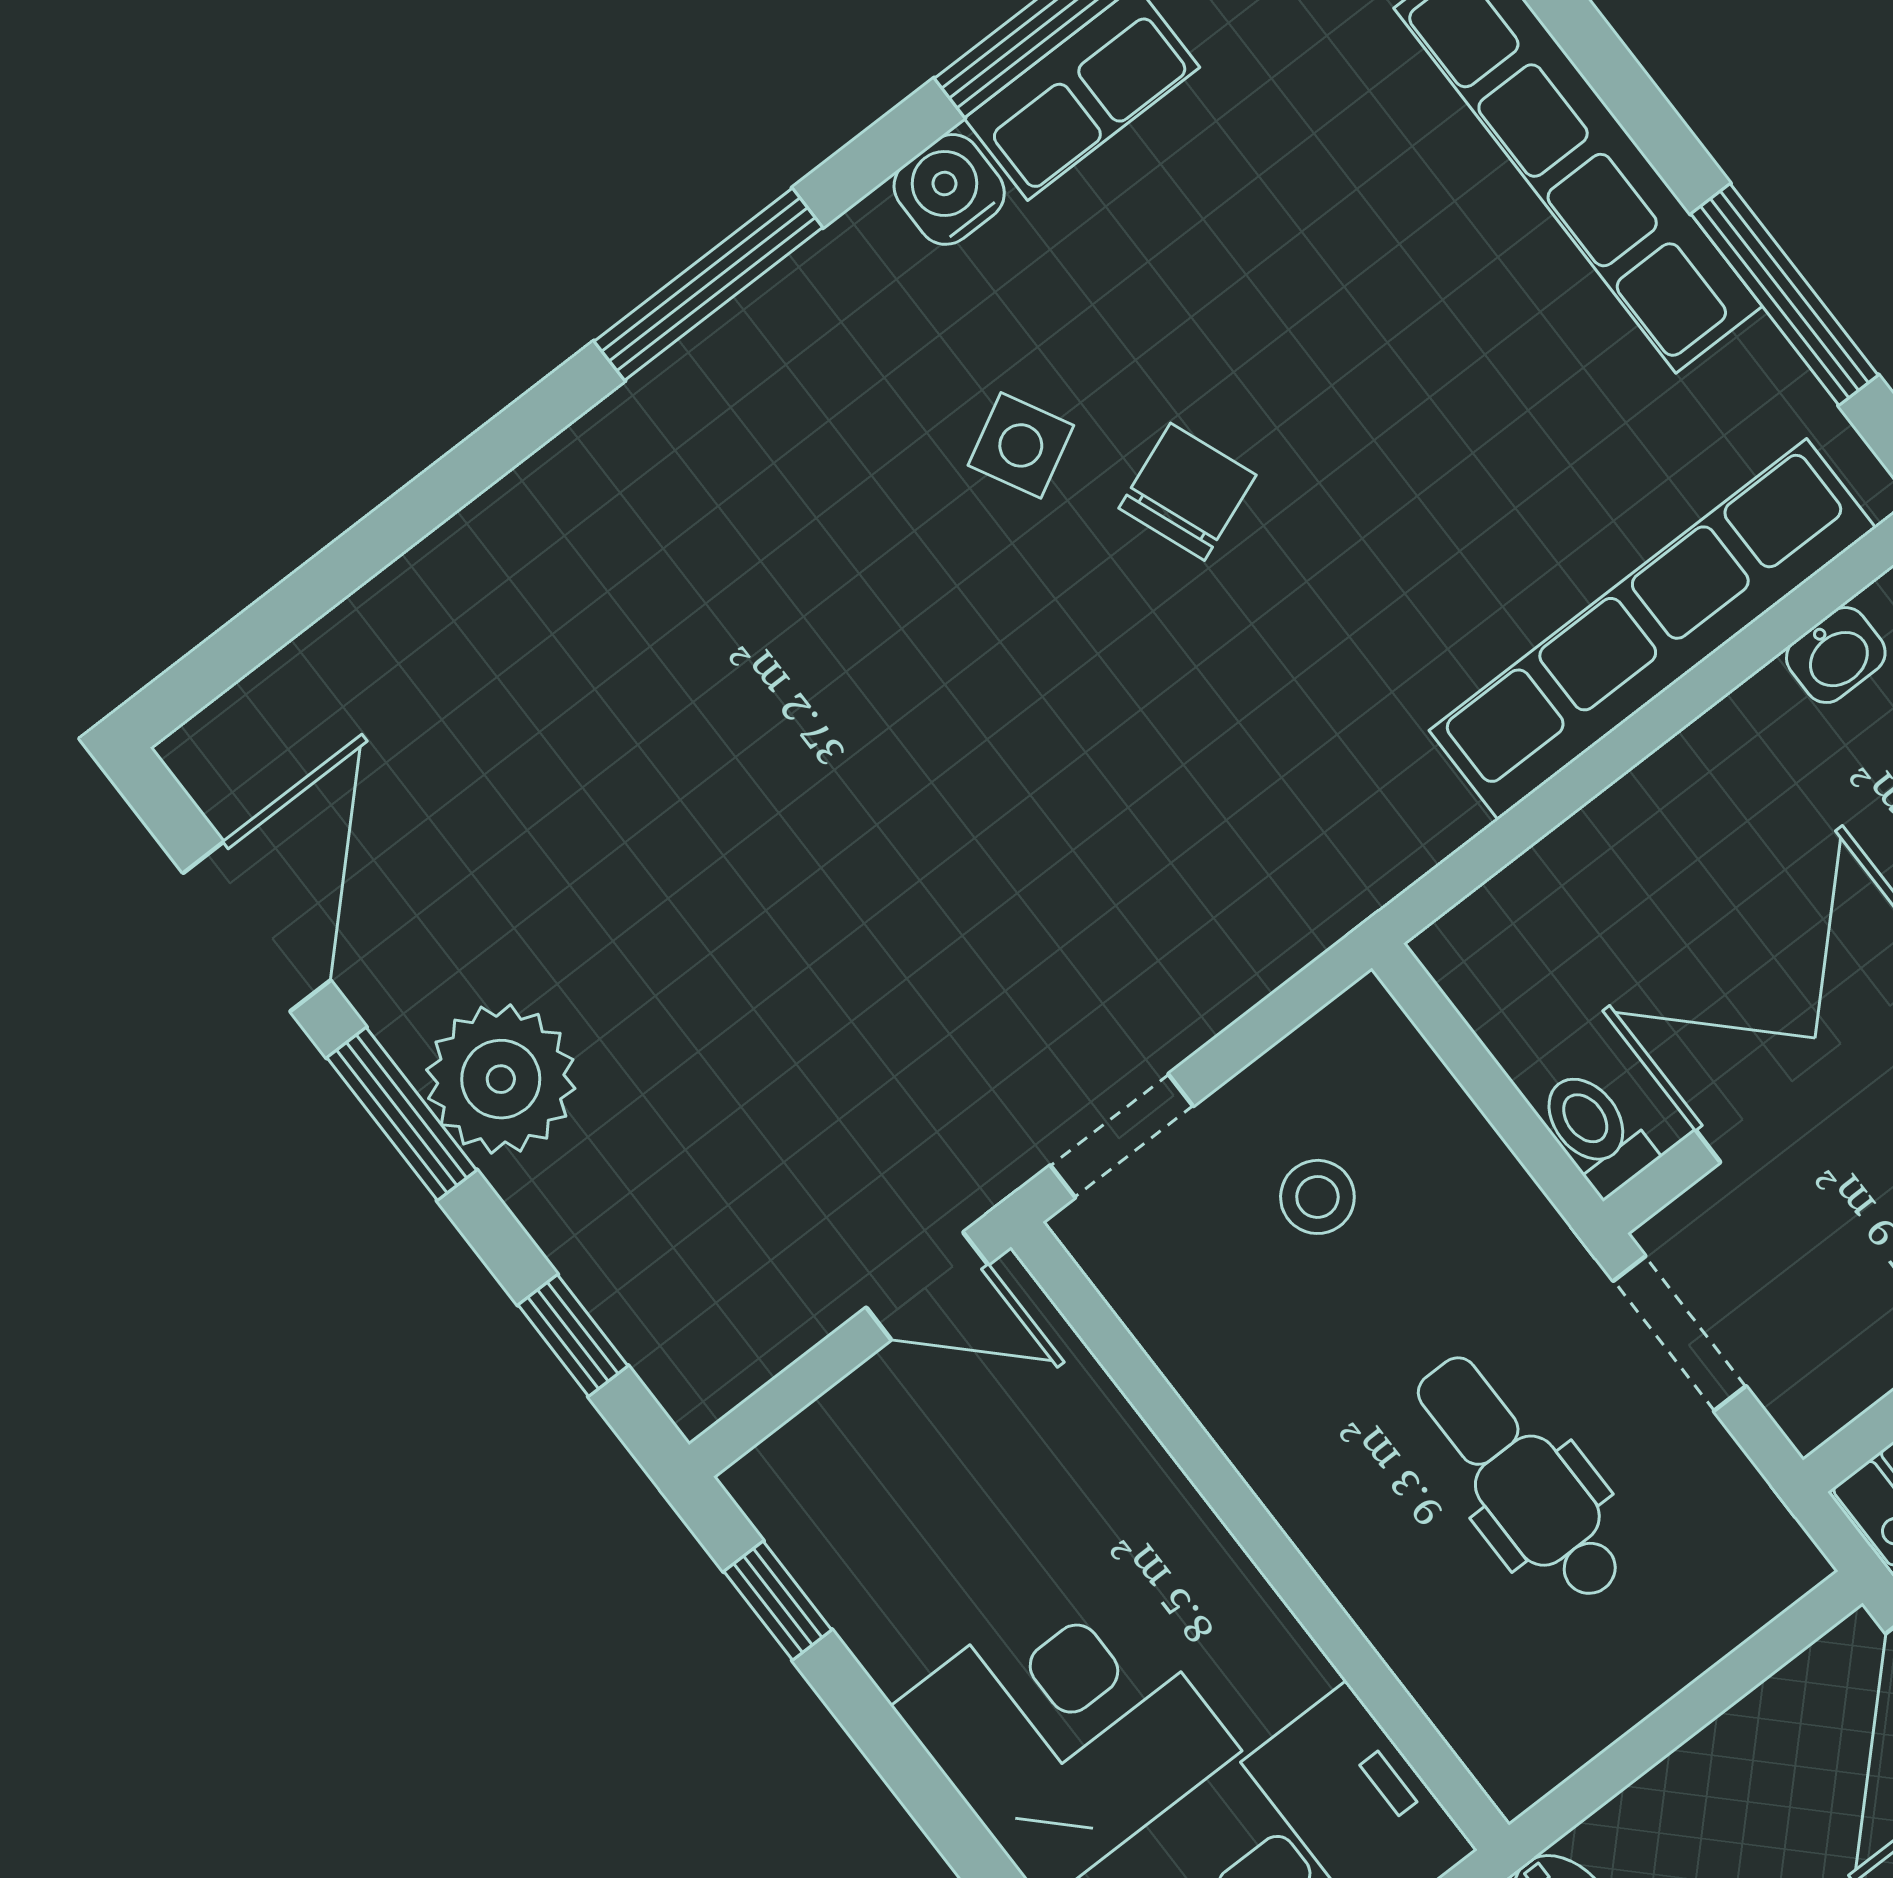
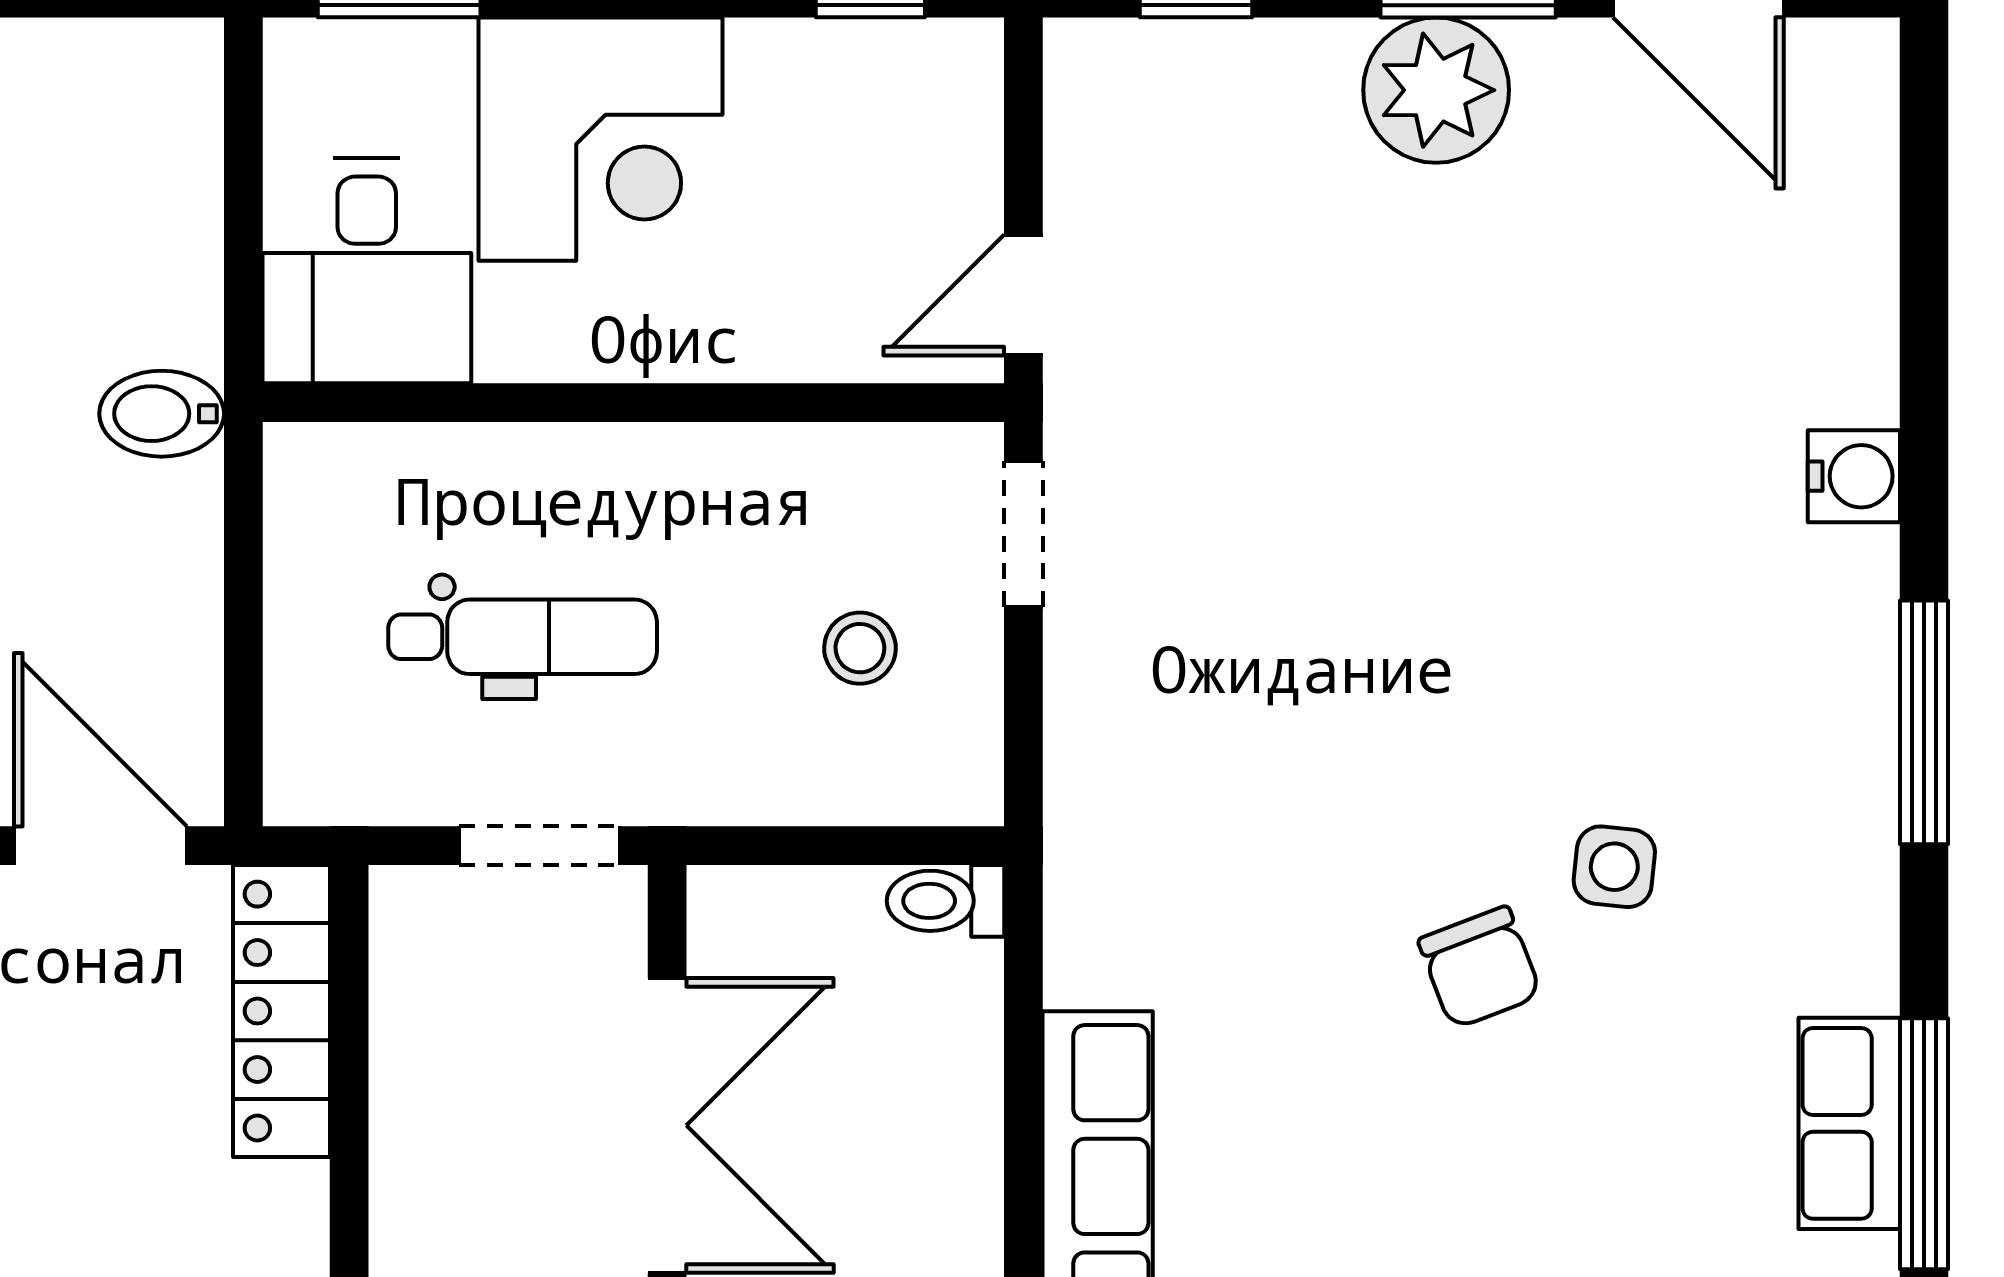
water cooler: (949, 189) -> (1854, 476), moved
side table: (1021, 445) -> (1614, 867), turned 34
toilet: (1596, 1132) -> (946, 901), moved, turned 180

